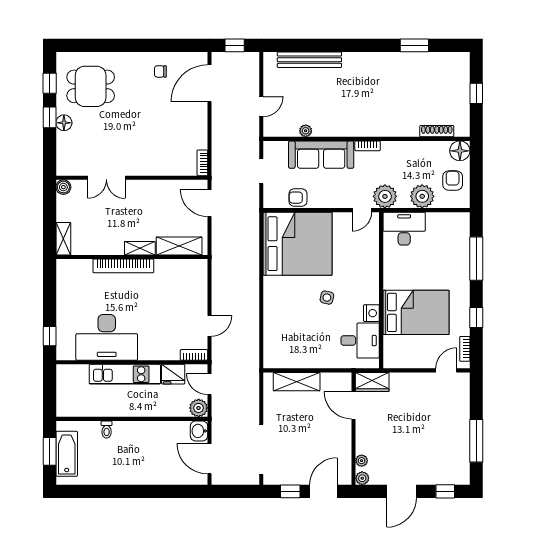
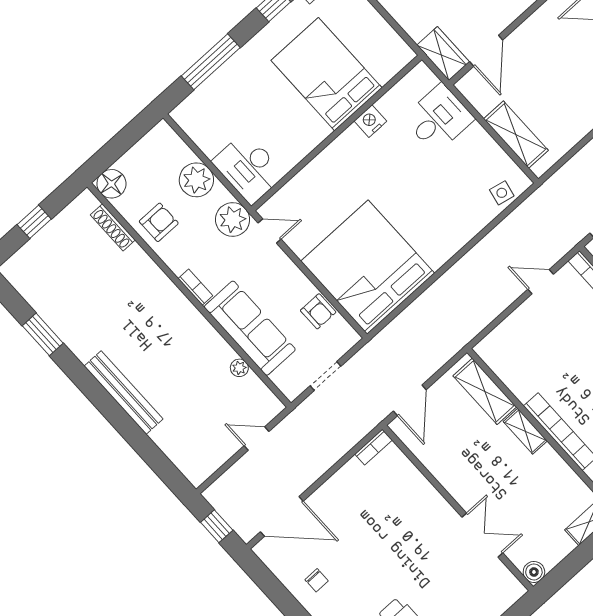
bench: (309, 60) -> (124, 393), moved
armchair: (453, 181) -> (159, 222), moved, turned 180
side table: (327, 298) -> (502, 193), moved
desk: (360, 341) -> (439, 118), moved, turned 90

